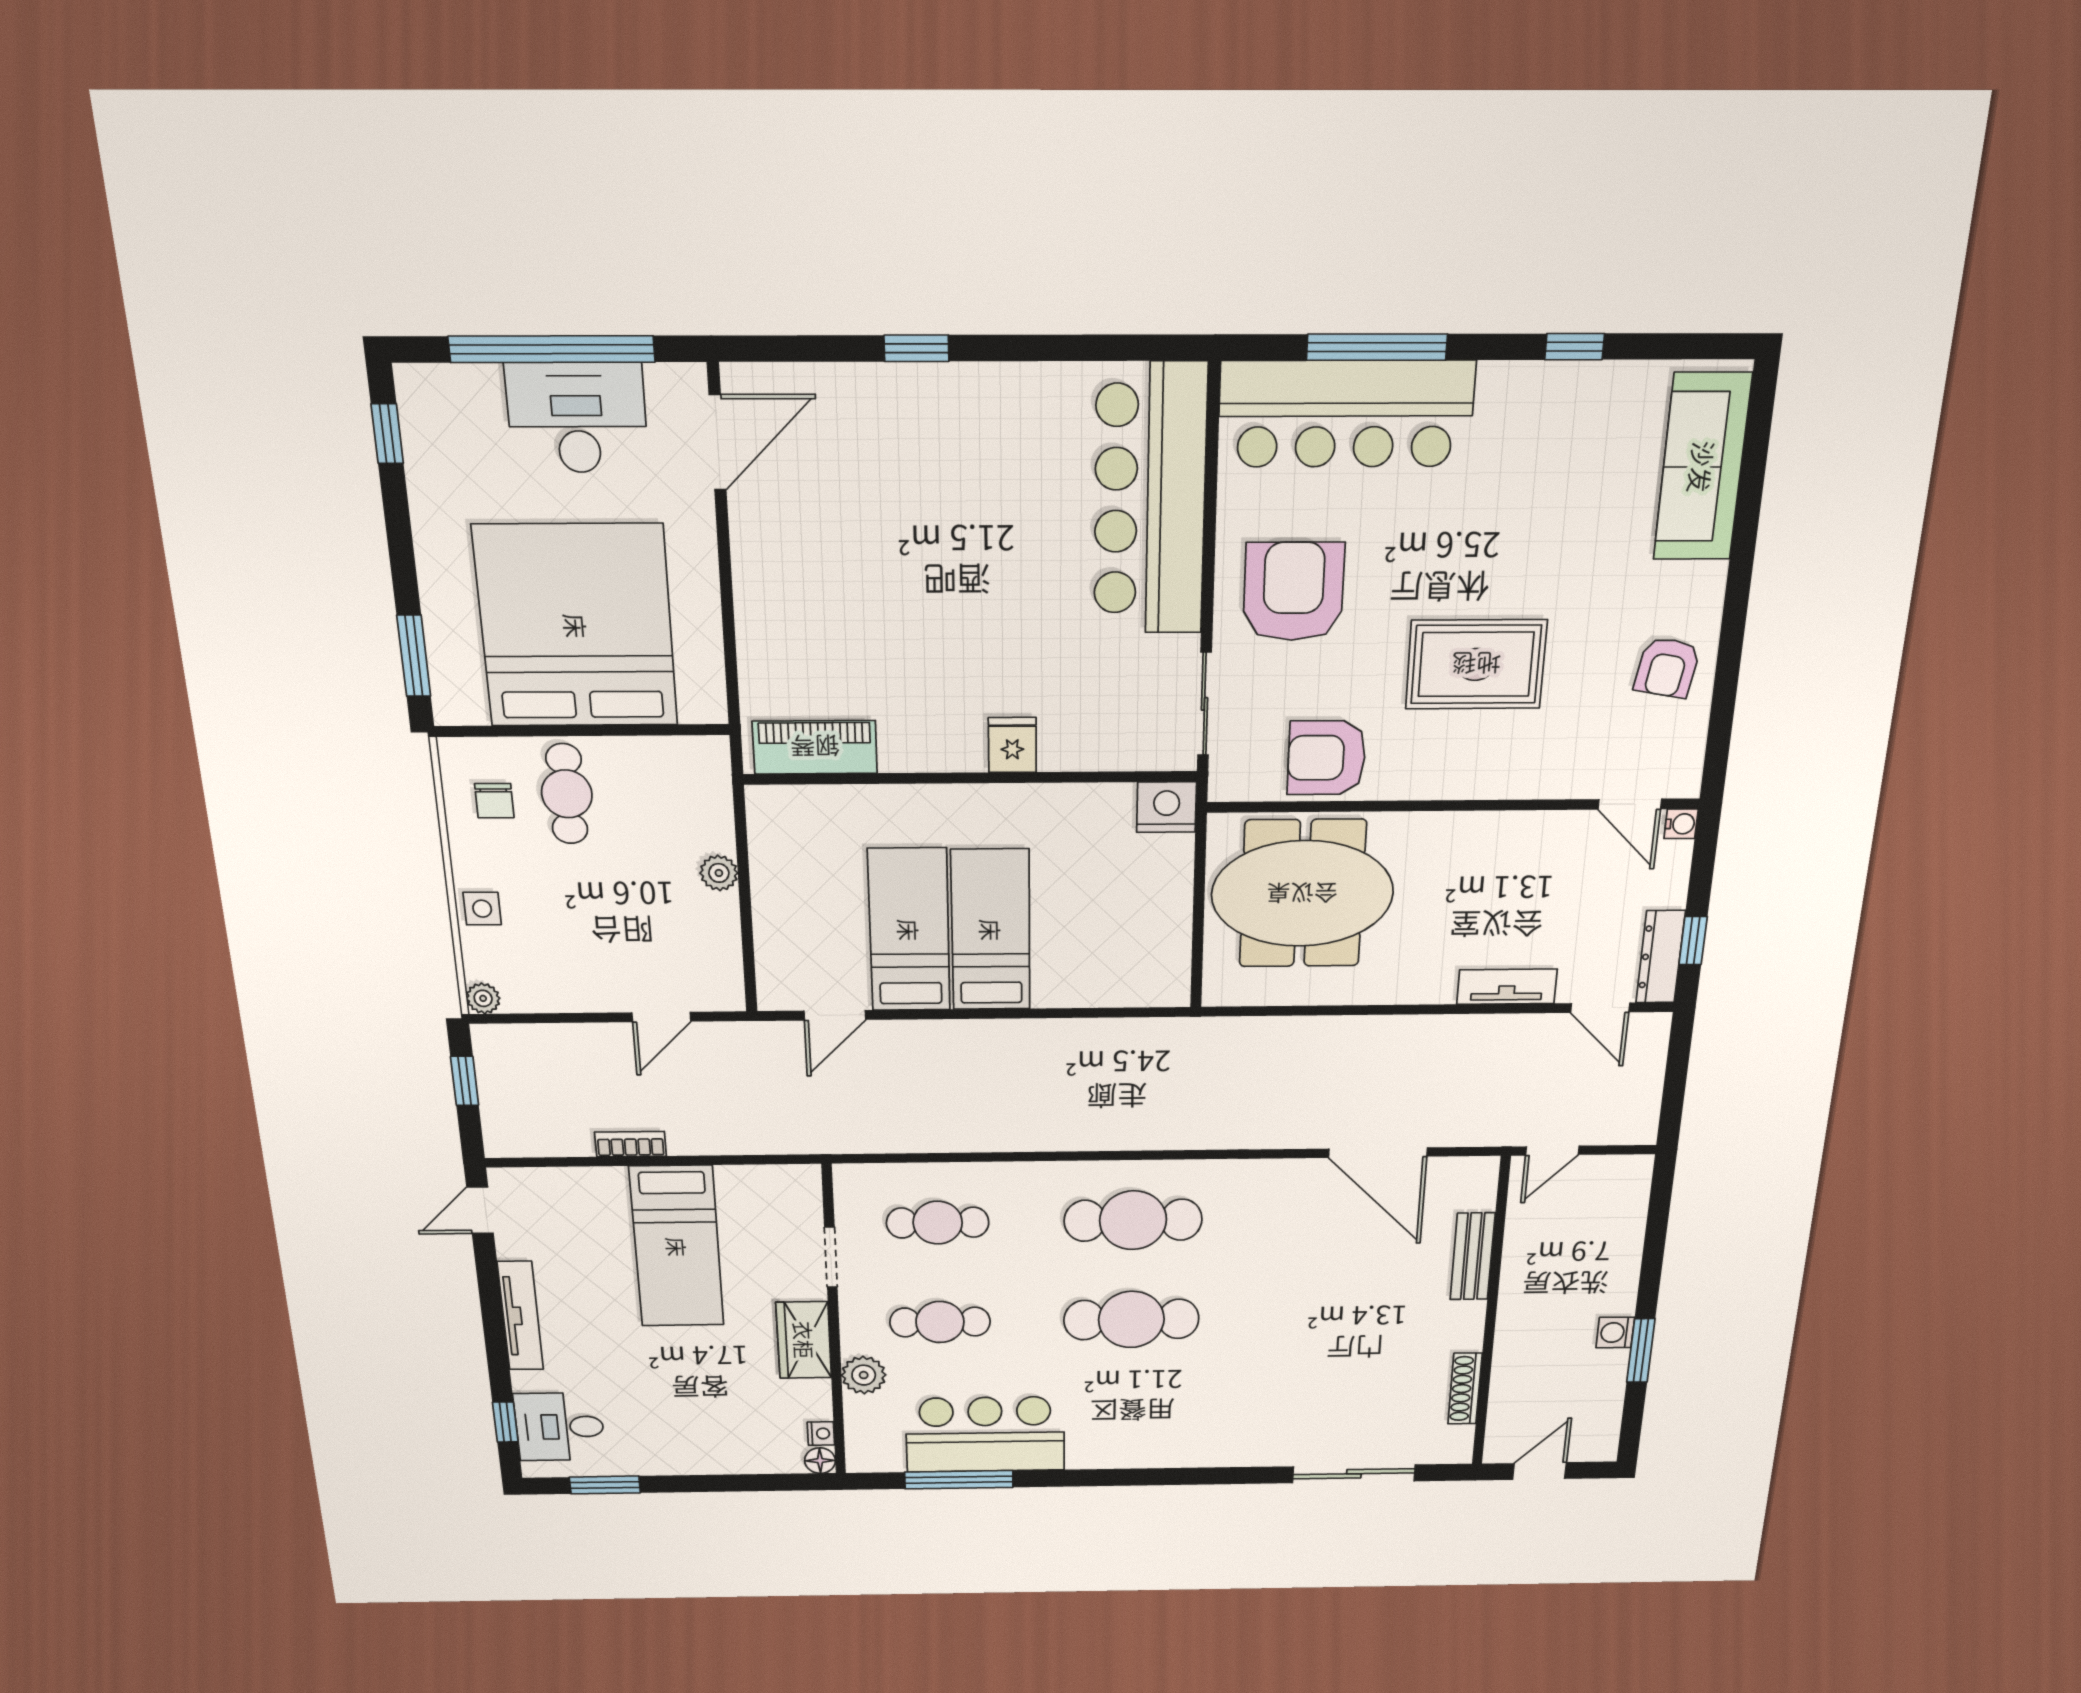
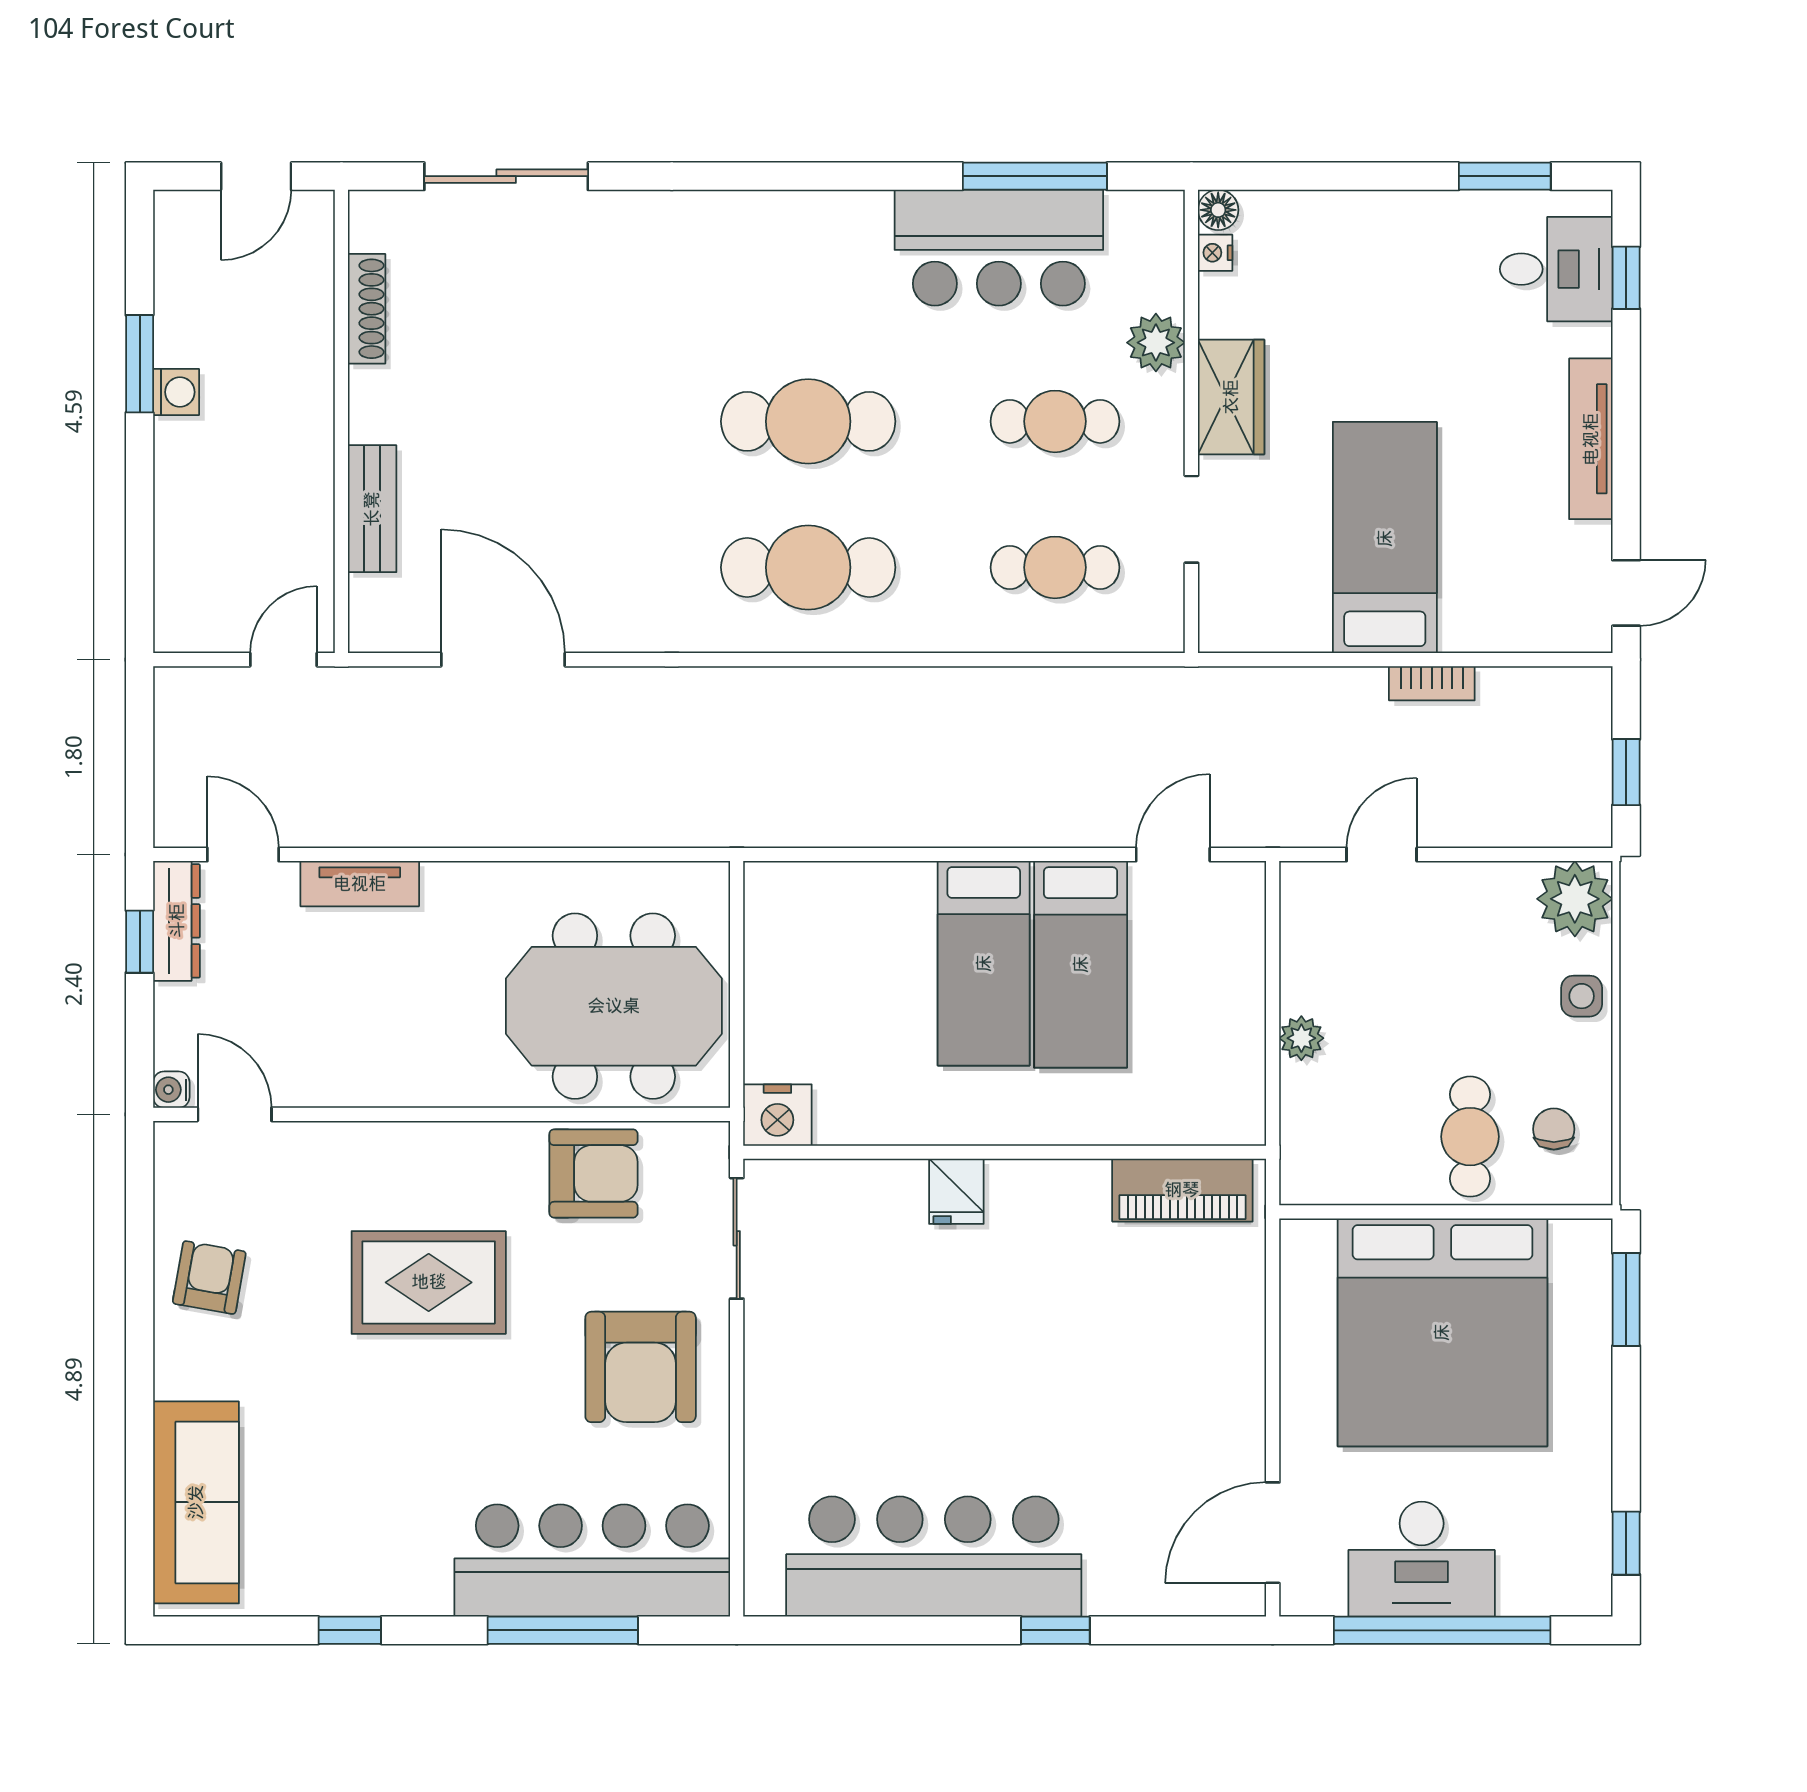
bar counter: (1150, 500) -> (934, 1557), moved, turned -90
plant: (483, 998) -> (1575, 899), width x1.88, depth x1.88

